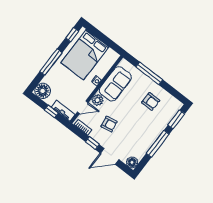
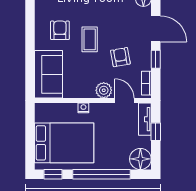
window: (51, 62) -> (101, 174), width x1.46
window: (149, 73) -> (30, 56), removed
sofa: (115, 84) -> (48, 74), moved, turned 90
coffee table: (133, 114) -> (90, 39), added

